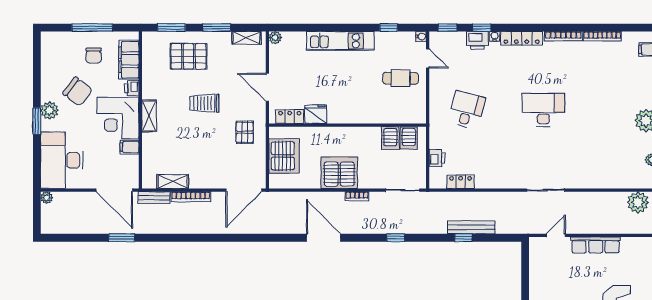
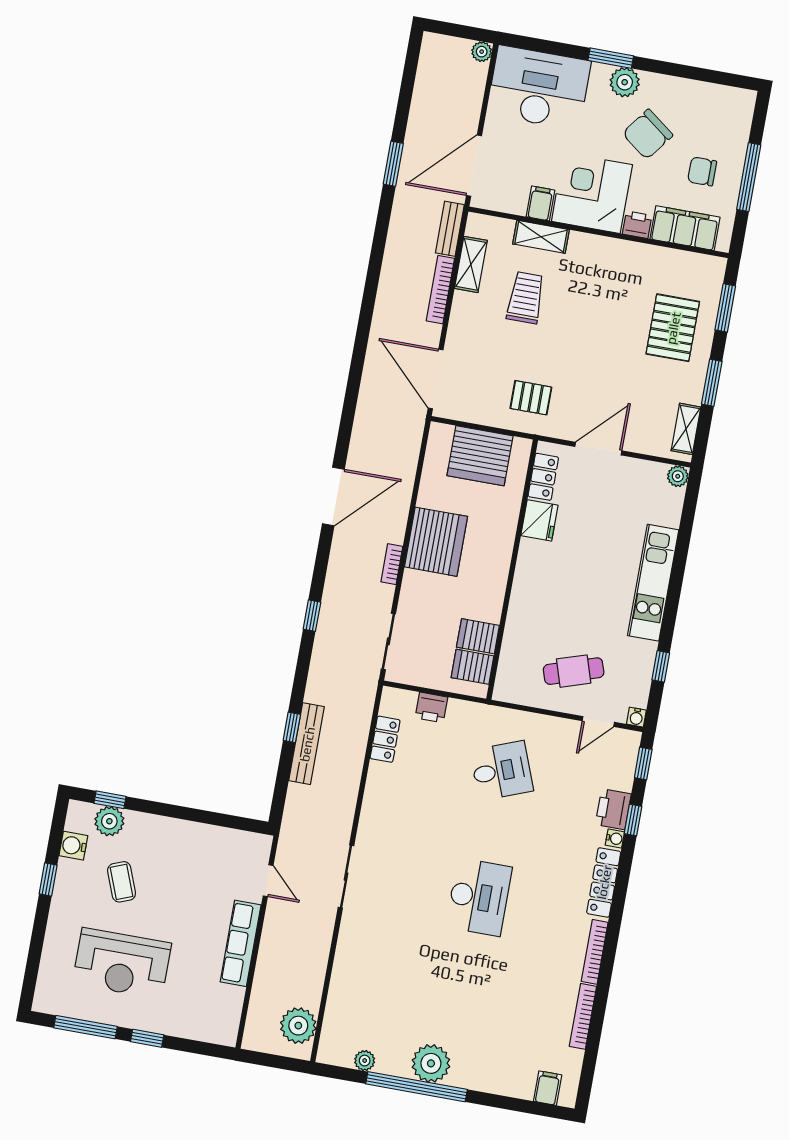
cafe table: (401, 78) -> (574, 671), turned 72
trolley: (204, 103) -> (526, 298), moved
desk: (467, 110) -> (502, 771), turned -36
shelving: (149, 116) -> (541, 237), moved

